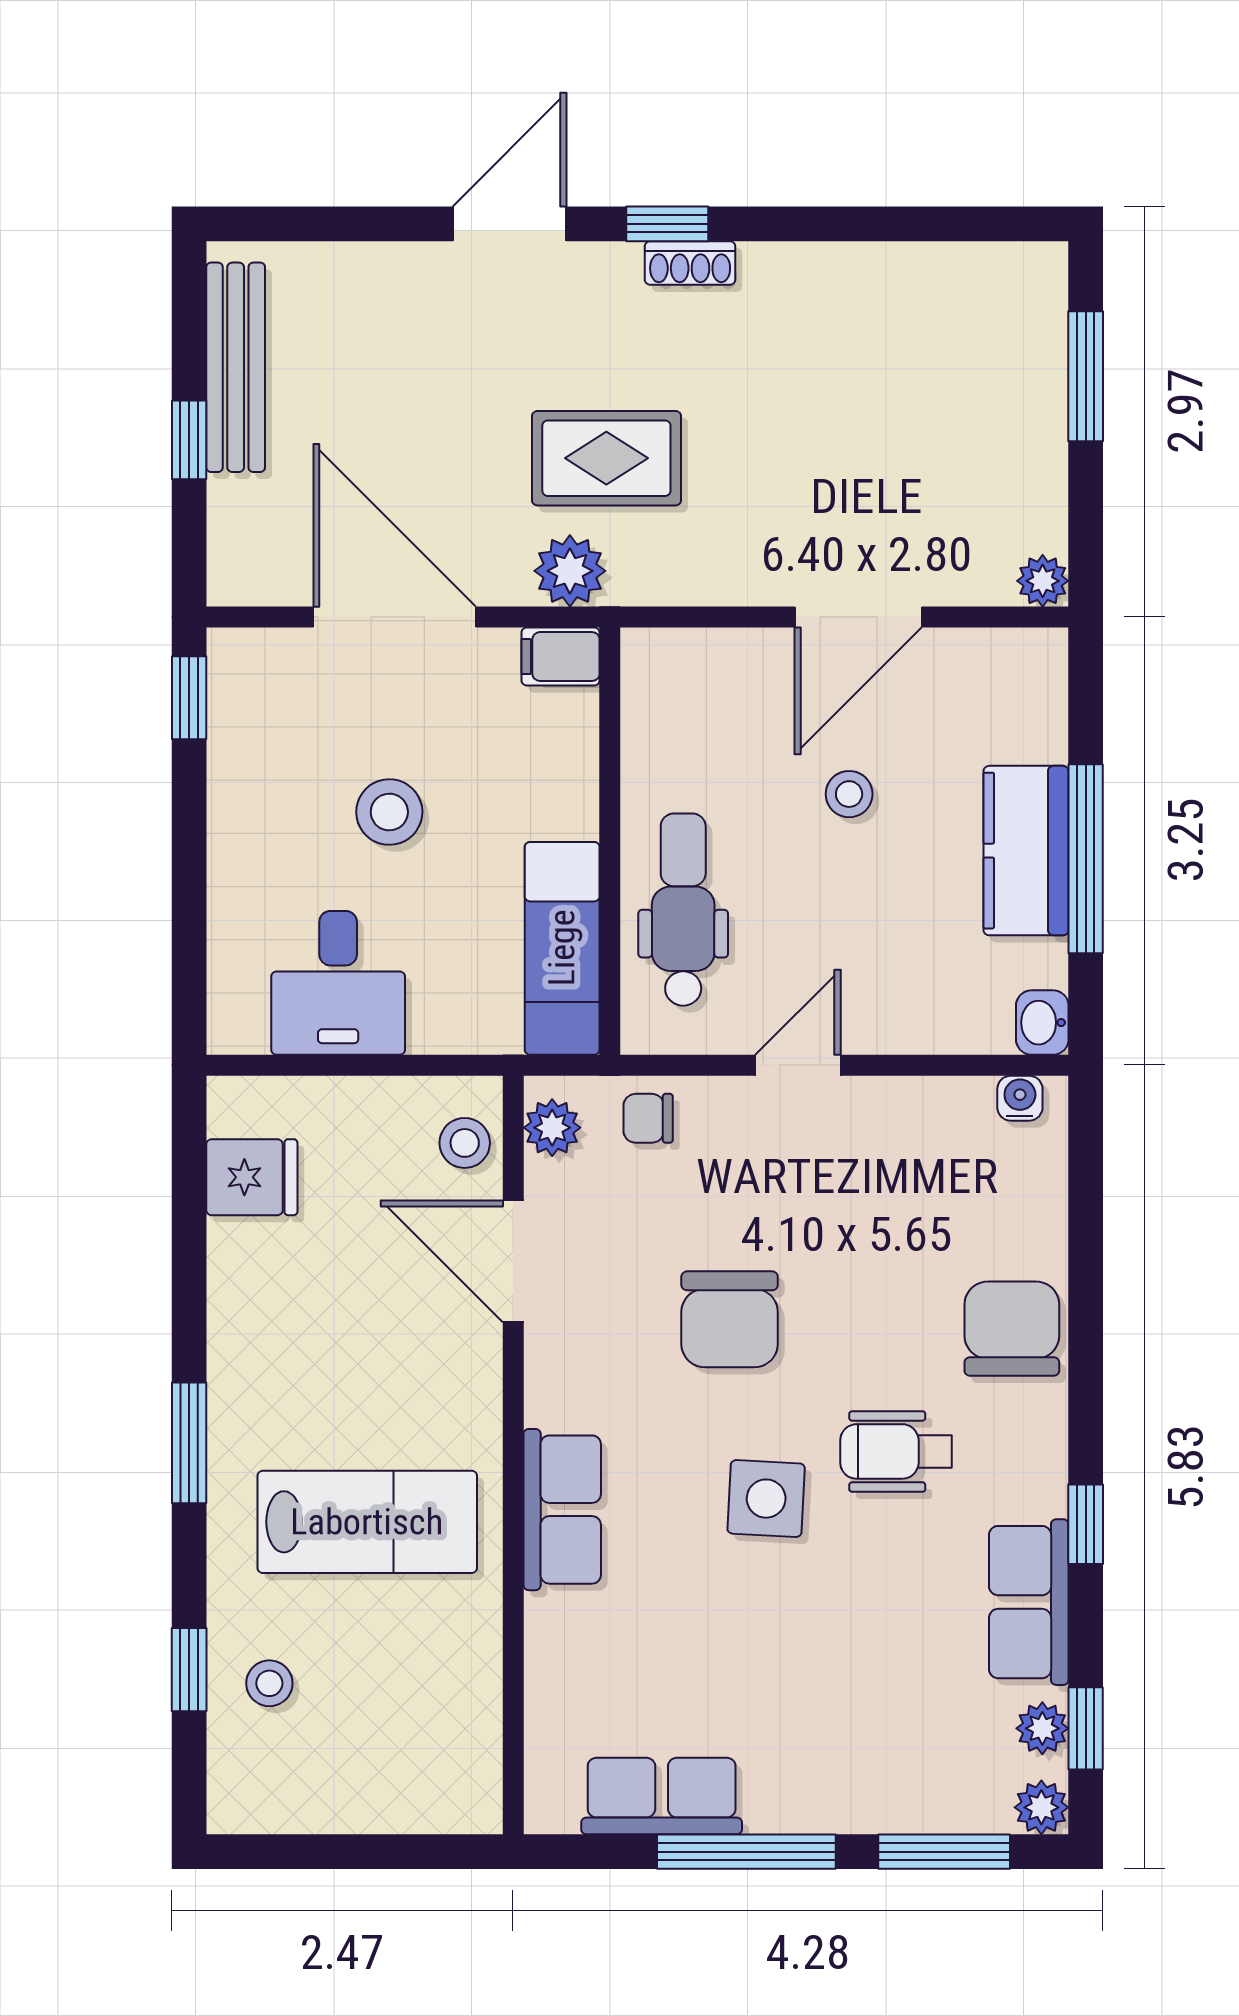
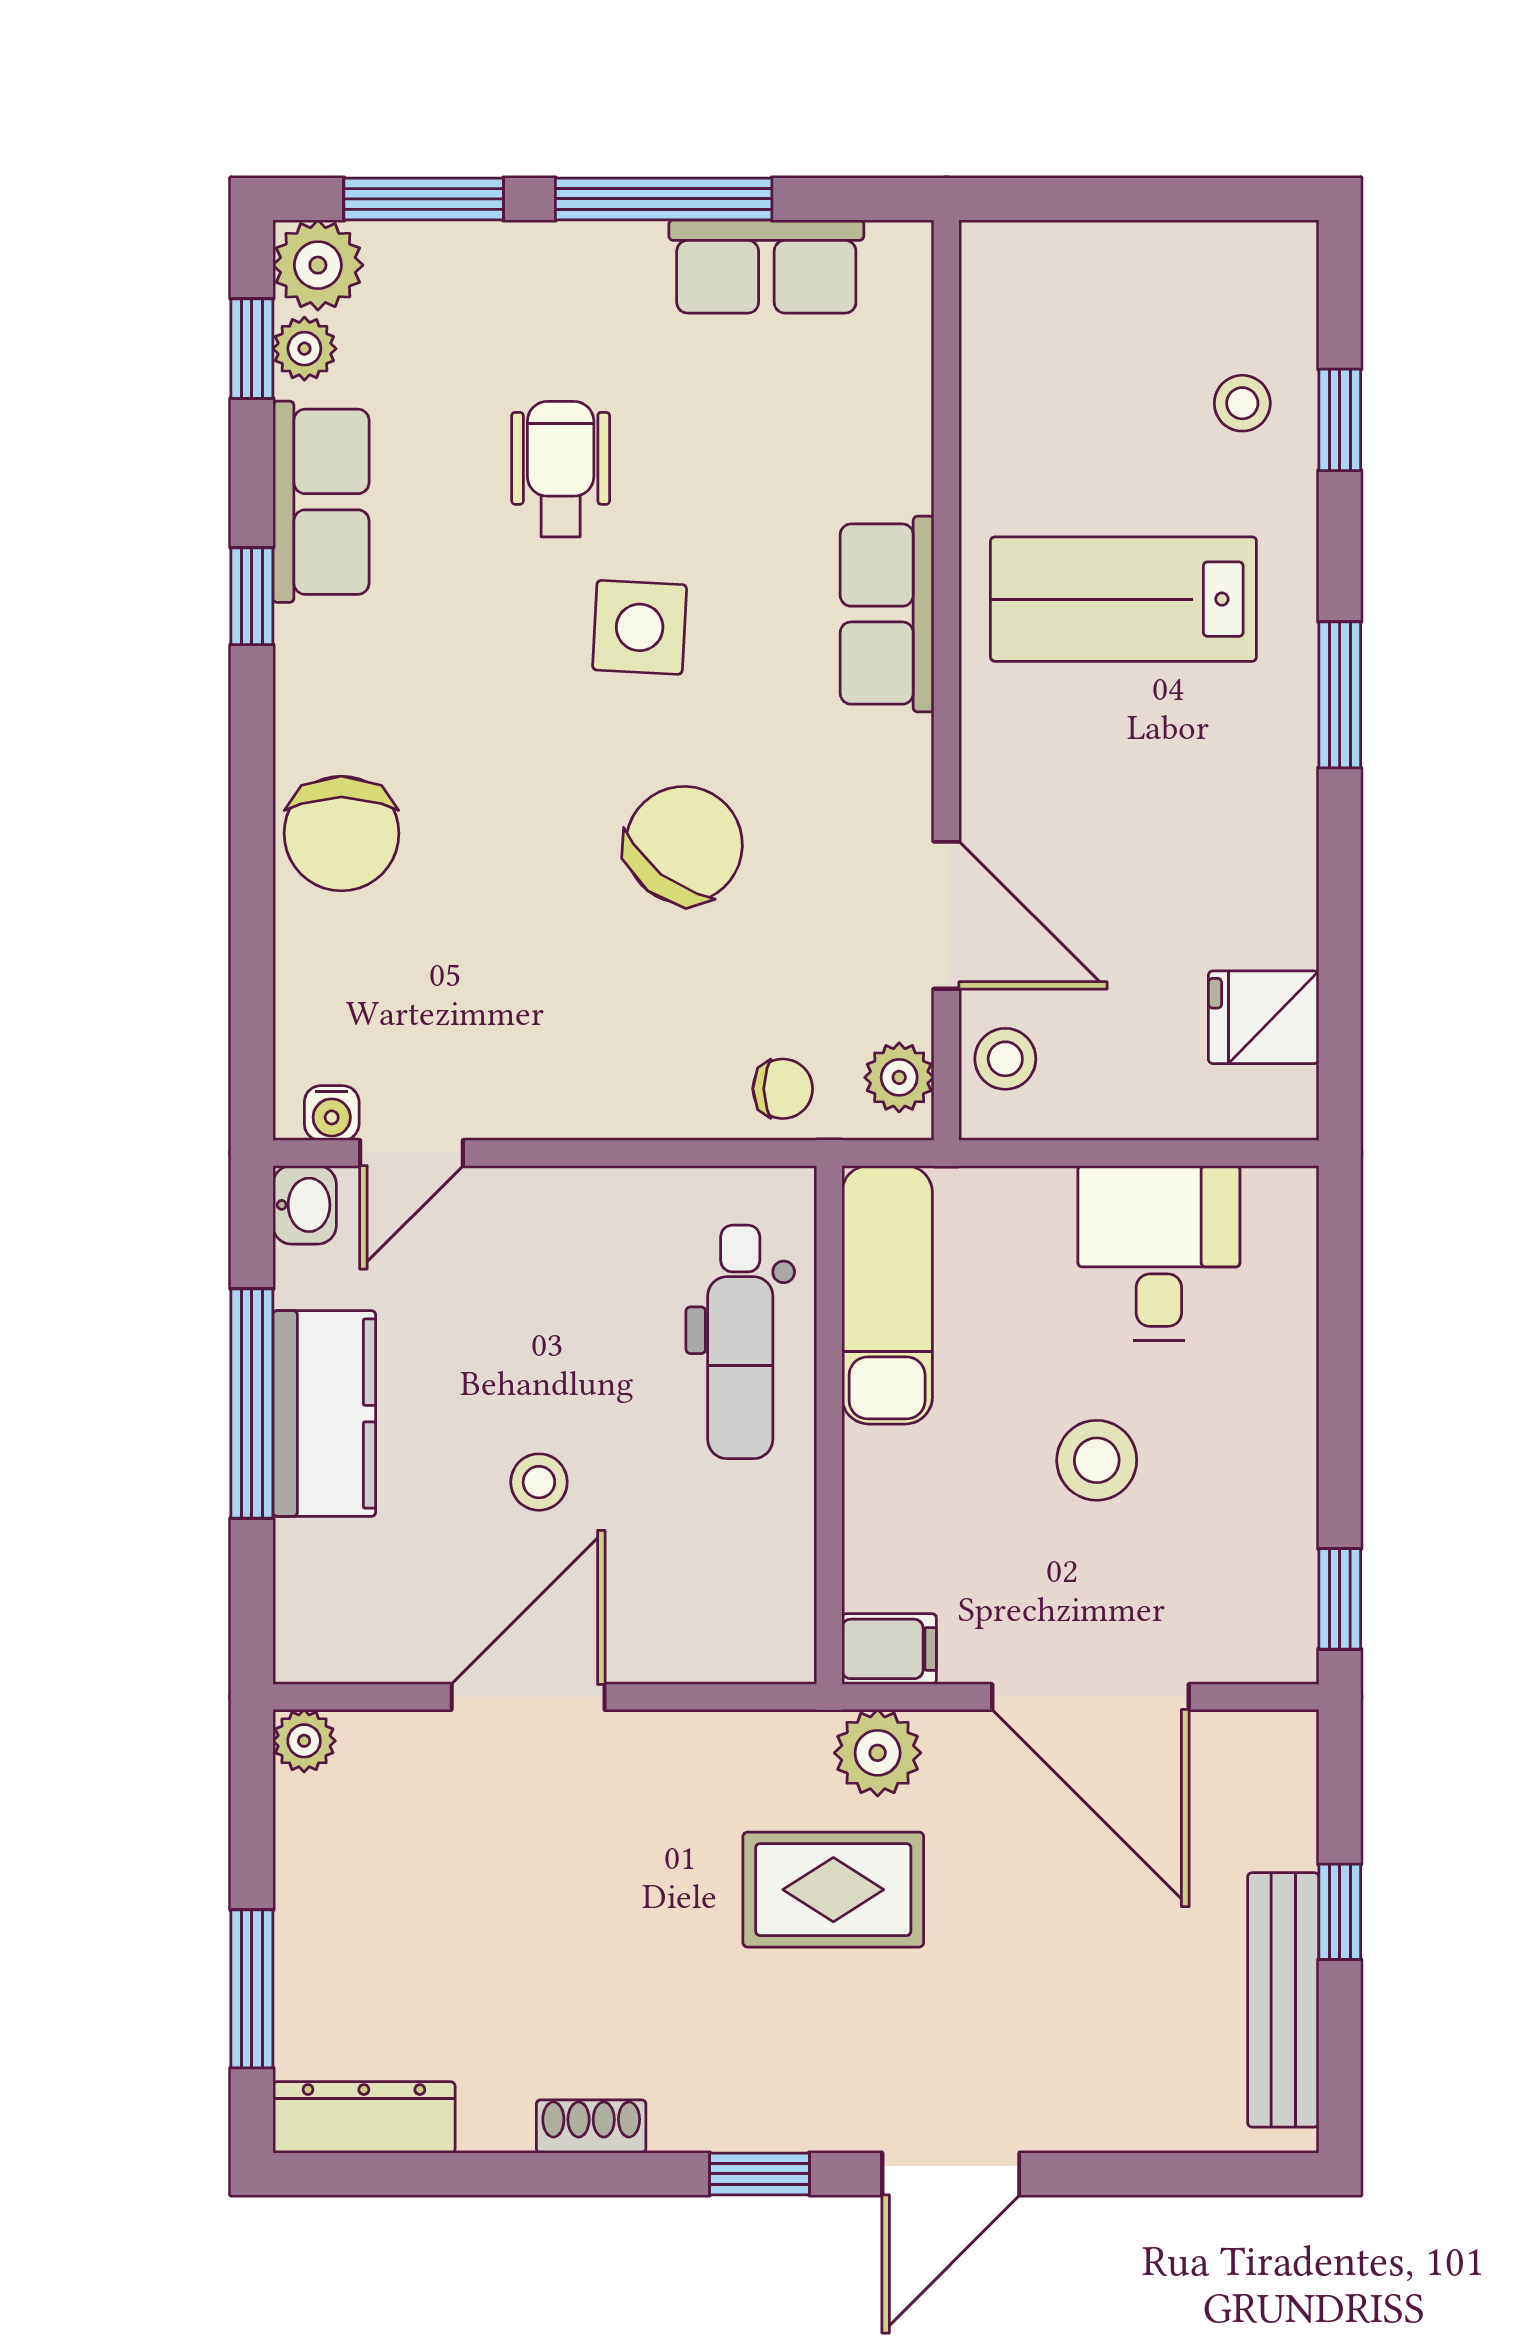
shoe rack: (690, 263) -> (591, 2126), moved
dresser: (993, 270) -> (364, 2117), added
door: (798, 1065) -> (411, 1153), moved
chair: (730, 1319) -> (684, 845), turned 38
wheelchair: (896, 1451) -> (561, 469), moved, turned -90
plant: (1041, 1807) -> (318, 265), width x1.38, depth x1.38

